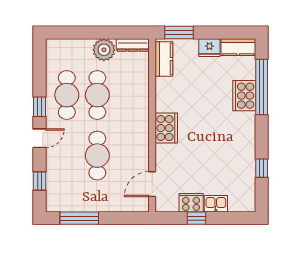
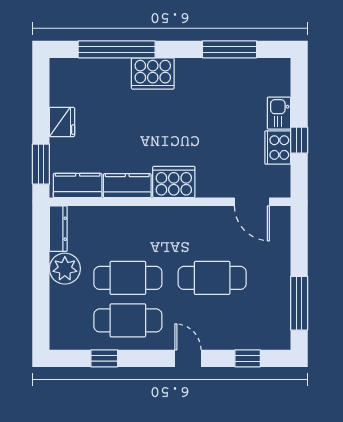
kitchen counter: (238, 47) -> (127, 186), moved, turned -90
cooker: (244, 96) -> (153, 74), moved
window: (40, 107) -> (104, 358), moved
window: (262, 168) -> (230, 49), width x2.17

